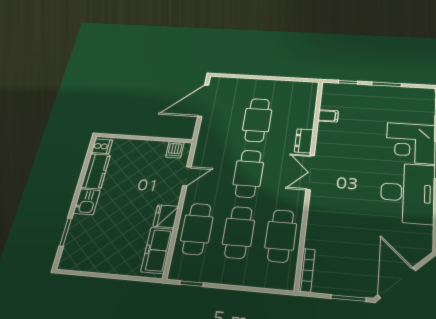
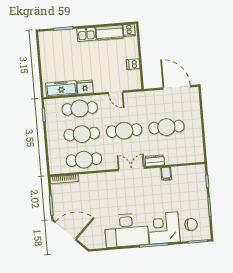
chair: (410, 109) -> (191, 224), added
filing cabinet: (328, 116) -> (166, 174), moved
dishwasher: (175, 150) -> (133, 64), moved

